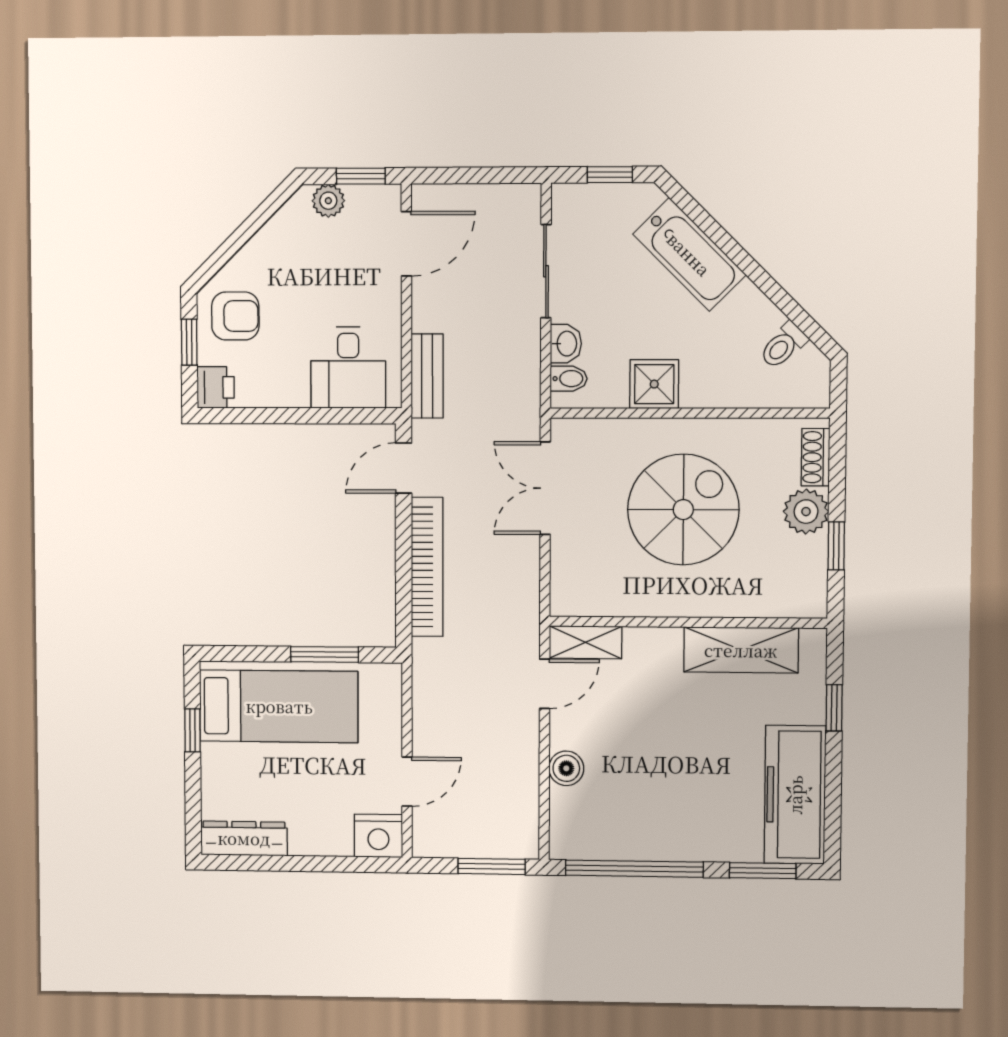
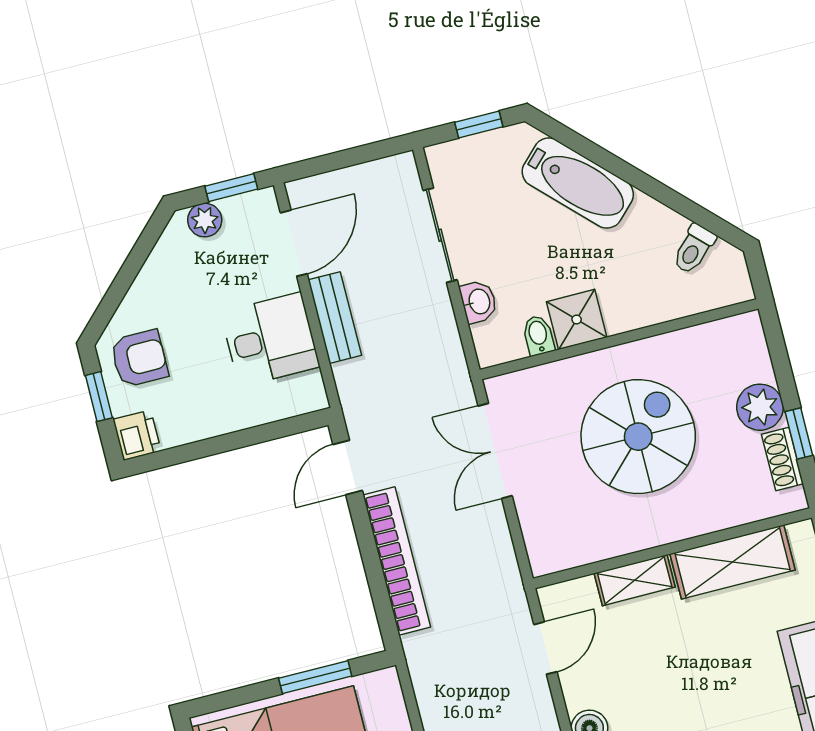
desk: (348, 367) -> (270, 339), moved, turned -90
bench: (427, 376) -> (335, 318), moved
bidet: (569, 379) -> (538, 335), moved, turned -90
shoe rack: (815, 457) -> (782, 459), moved
shelving: (585, 642) -> (635, 580), moved

